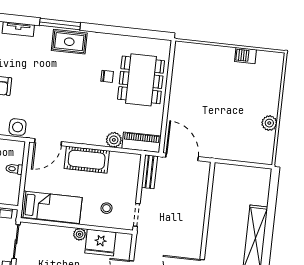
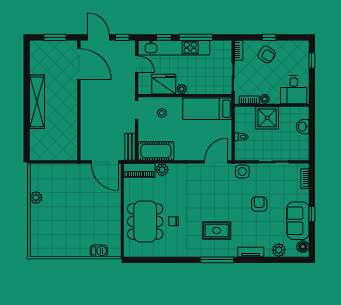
rug: (69, 42) -> (217, 230), moved
barbecue: (245, 56) -> (99, 251), moved
cot: (87, 160) -> (156, 151), moved

